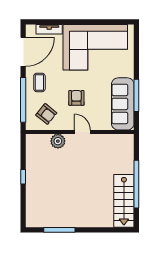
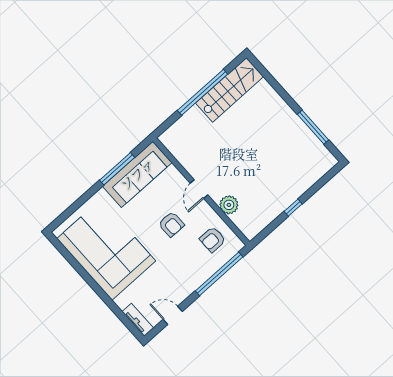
tv unit: (49, 29) -> (138, 320), moved
door: (23, 52) -> (173, 315), width x0.53
coffee table: (39, 82) -> (188, 273), removed
armchair: (76, 98) -> (171, 224), turned -90
armchair: (46, 114) -> (213, 239), turned -129

